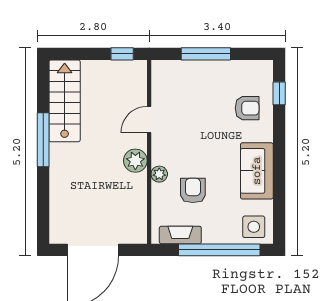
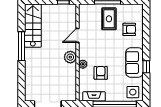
rug: (209, 88) -> (109, 19), added
window: (279, 93) -> (146, 67), moved

